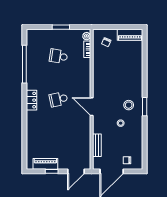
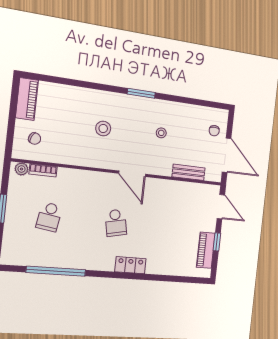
locker: (32, 100) -> (130, 265), moved
stool: (129, 105) -> (103, 128), moved
door: (92, 107) -> (132, 174), hinge flipped

